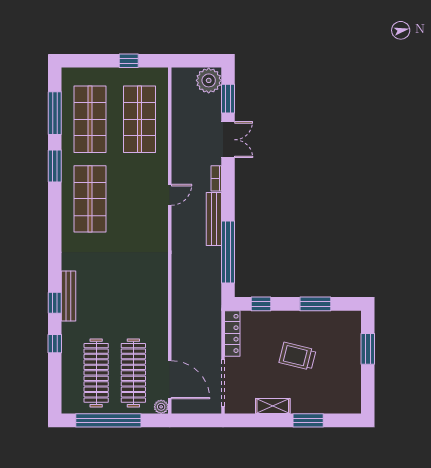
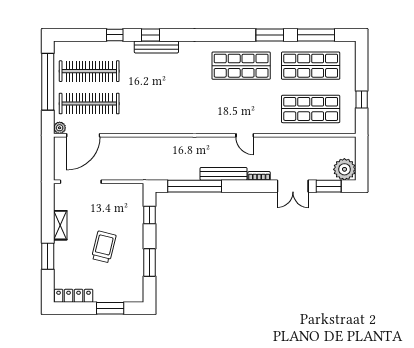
locker: (232, 333) -> (74, 296), moved, turned 180

